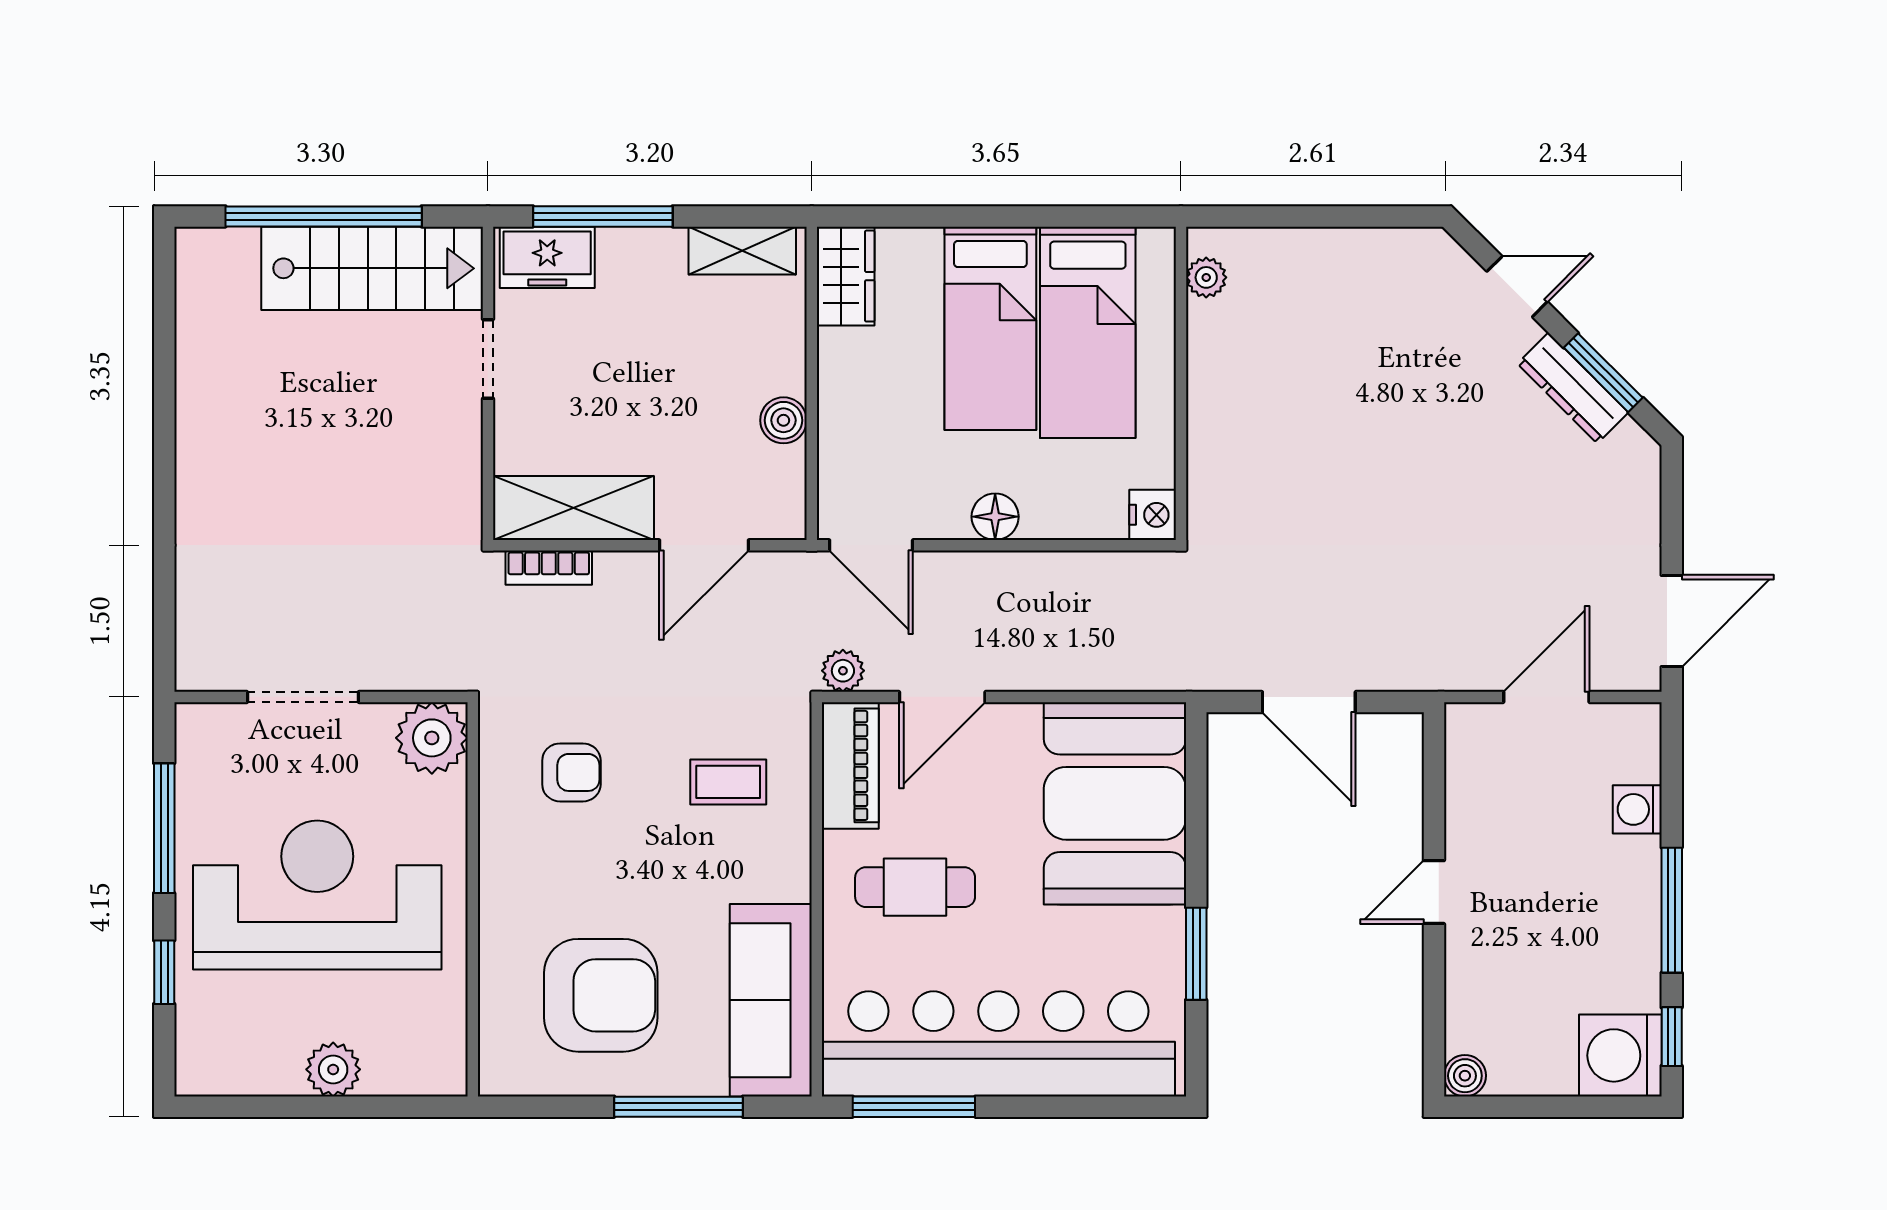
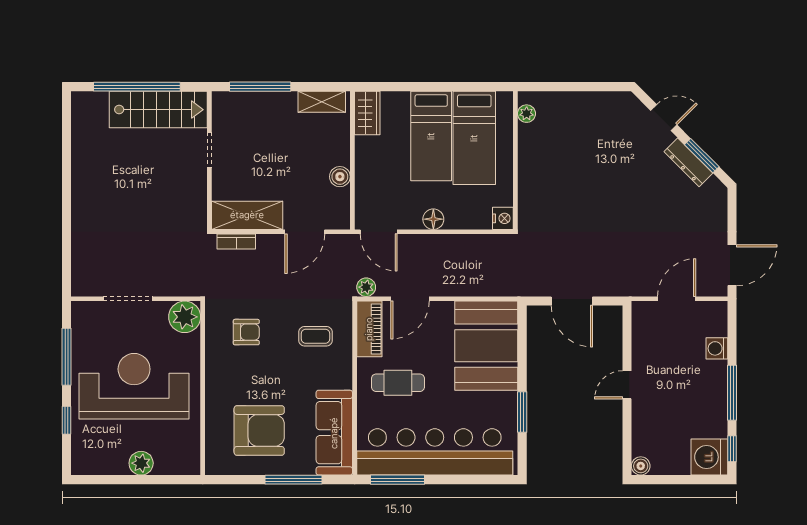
freezer: (547, 257) -> (236, 105), removed

